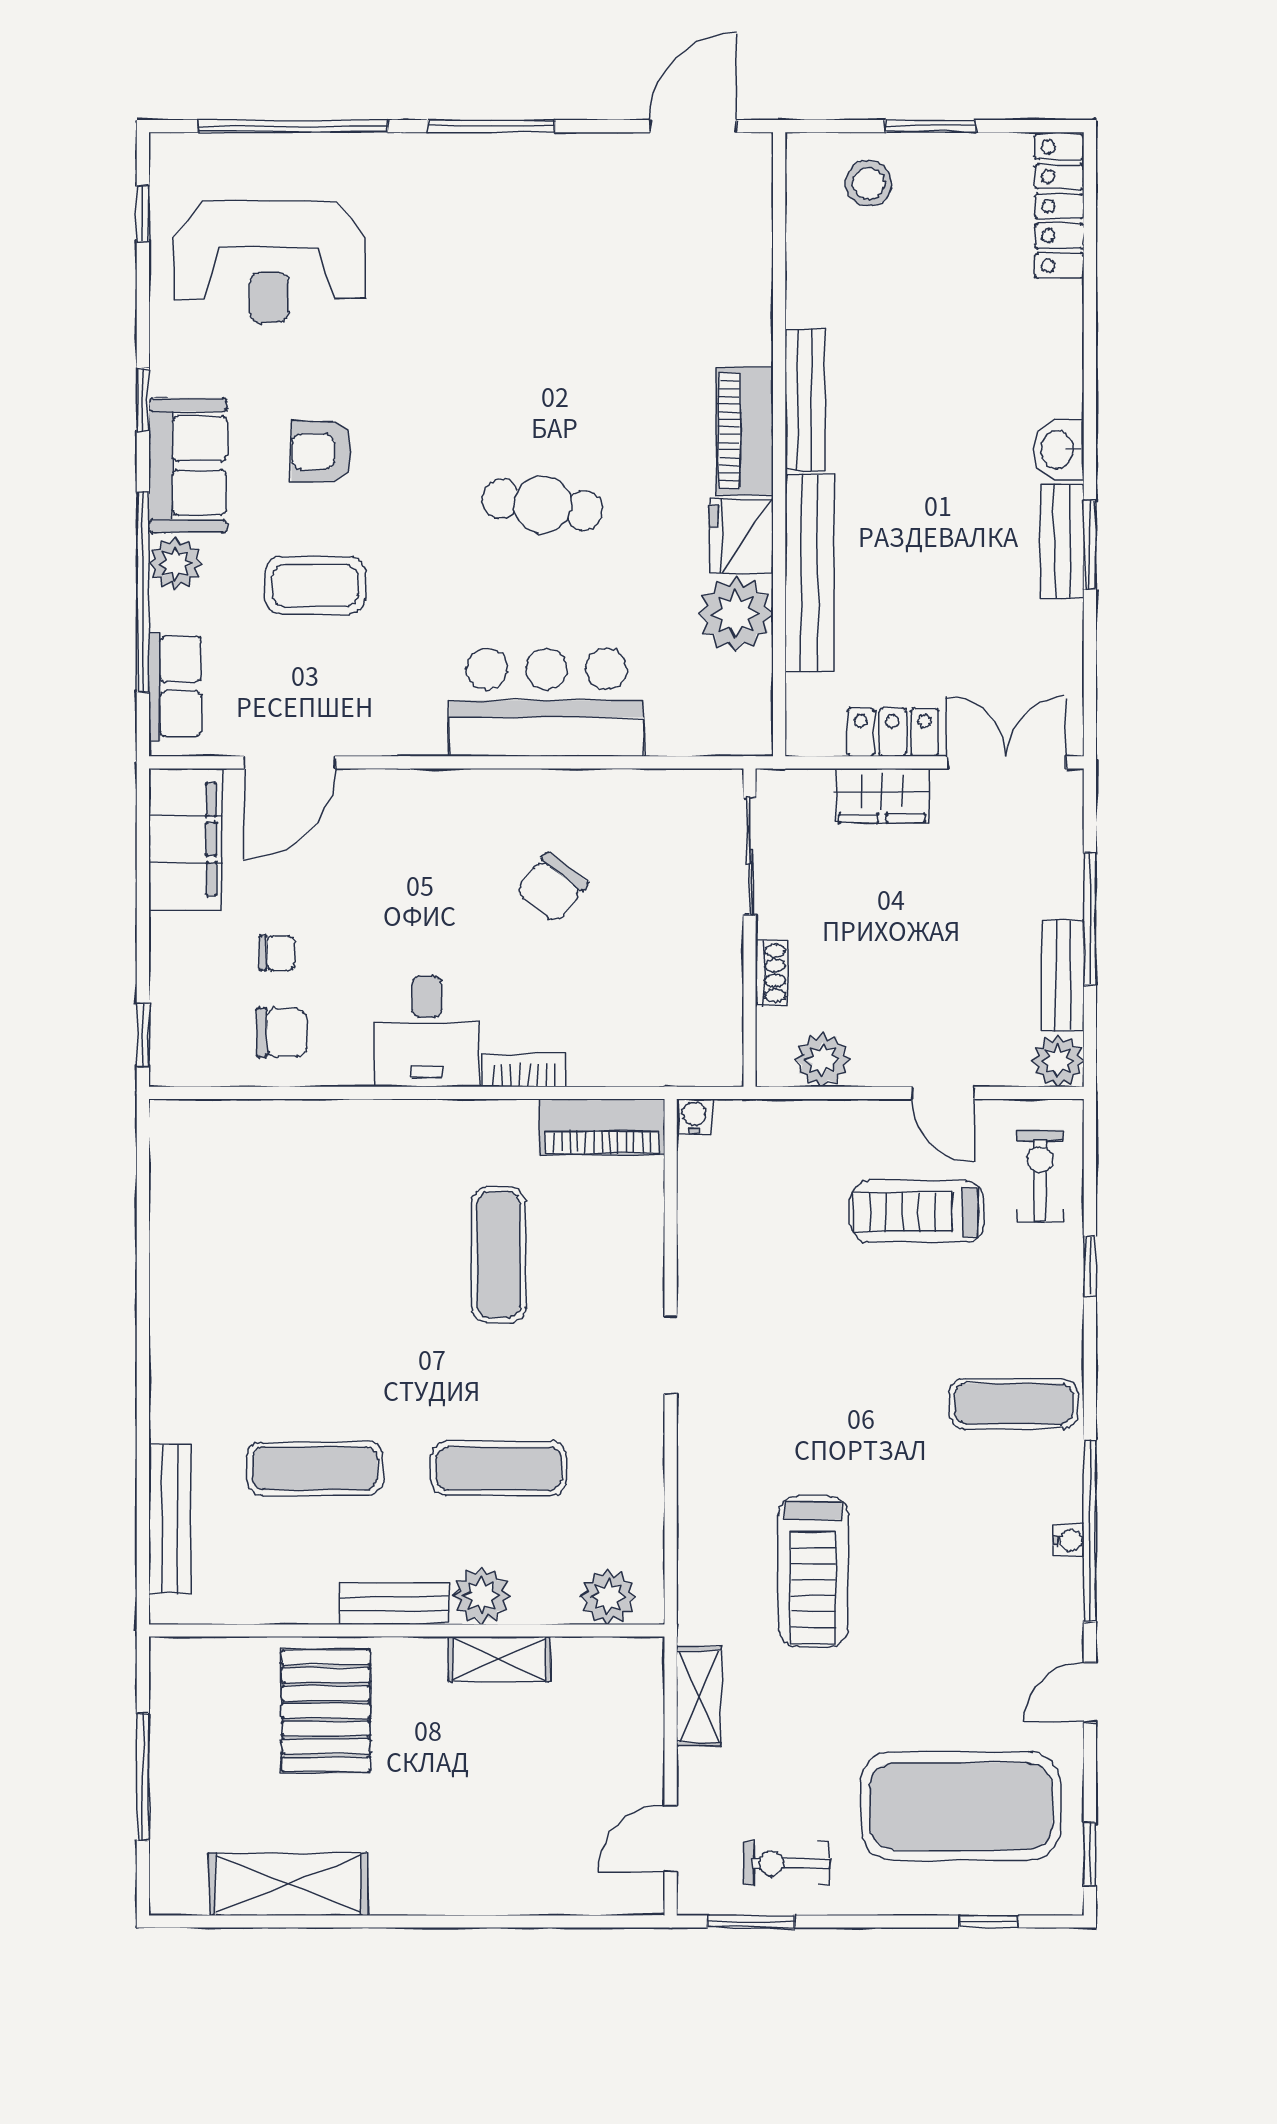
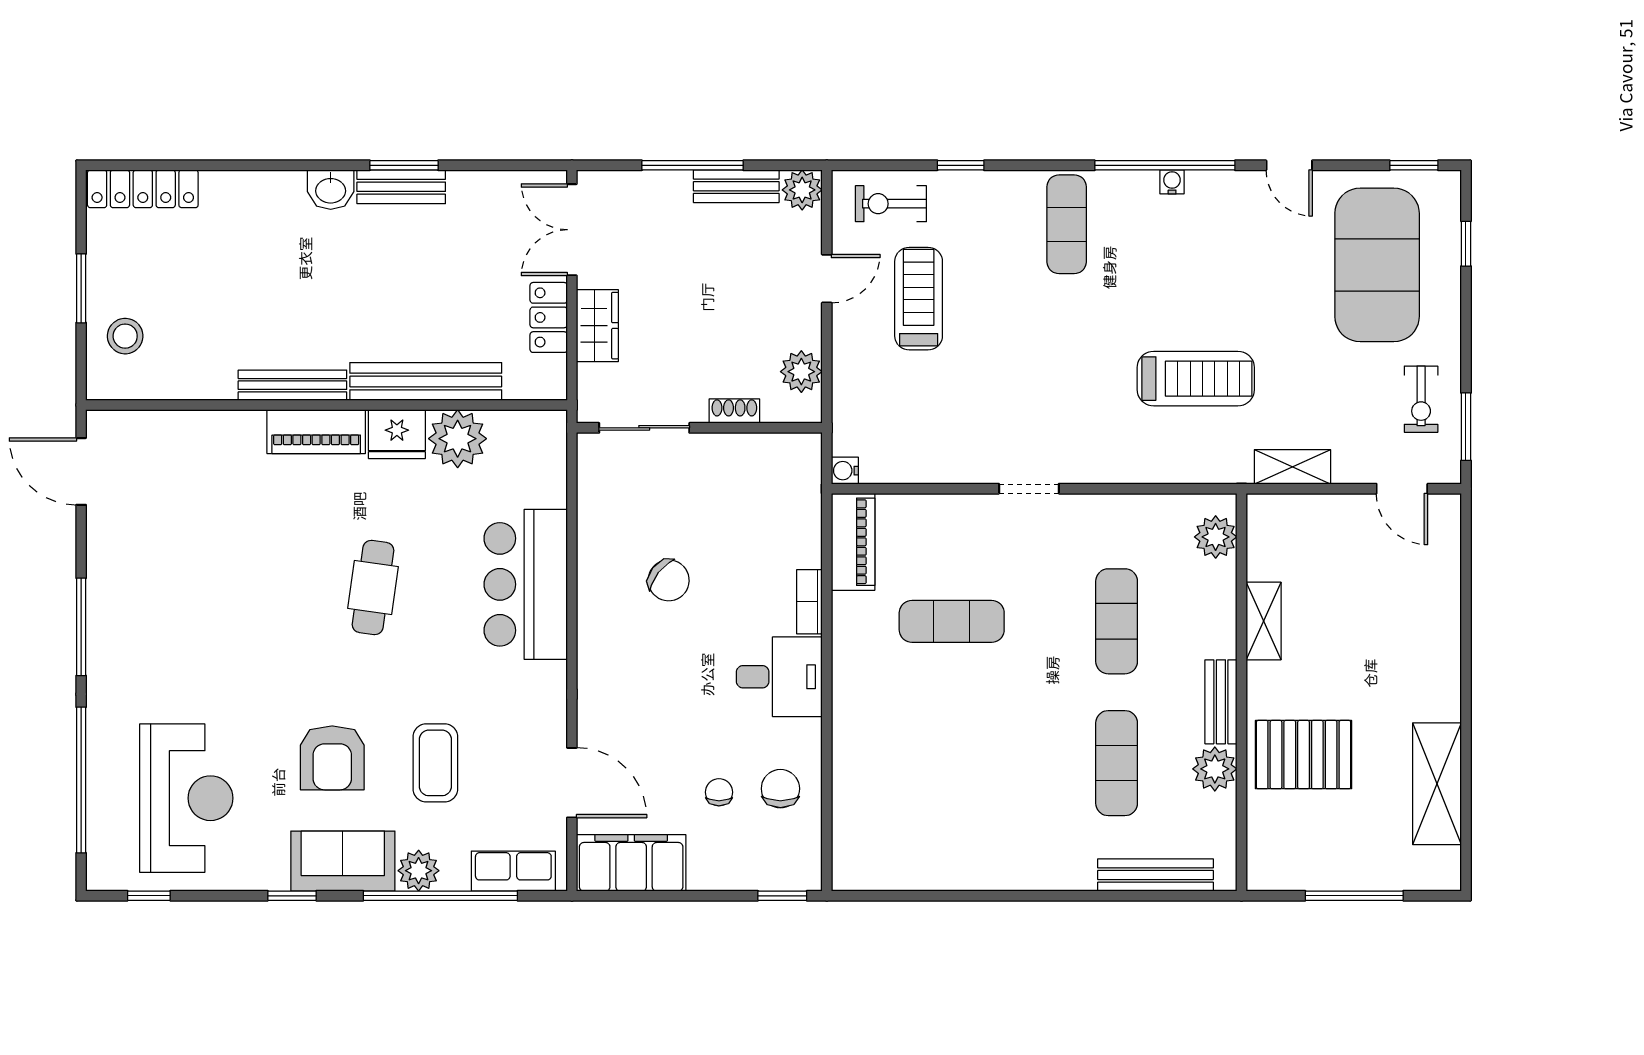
armchair: (322, 452) -> (332, 758), width x1.38, depth x1.38
treadmill: (917, 1212) -> (919, 299), turned 180
plant: (481, 1596) -> (1215, 769), moved

